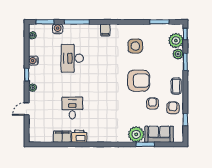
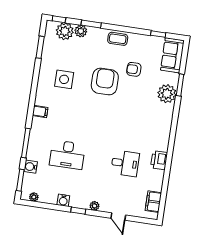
desk: (72, 108) -> (125, 163), turned 180
armchair: (173, 108) -> (142, 46), removed
sofa: (159, 134) -> (172, 55), moved
filing cabinet: (62, 137) -> (153, 202), moved

